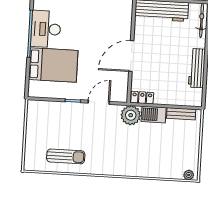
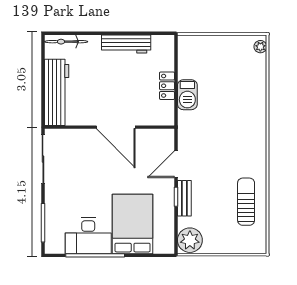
locker: (142, 98) -> (167, 86), moved
door: (99, 102) -> (176, 164), hinge flipped
bench: (181, 114) -> (184, 198), moved
plant: (131, 115) -> (190, 240), moved

